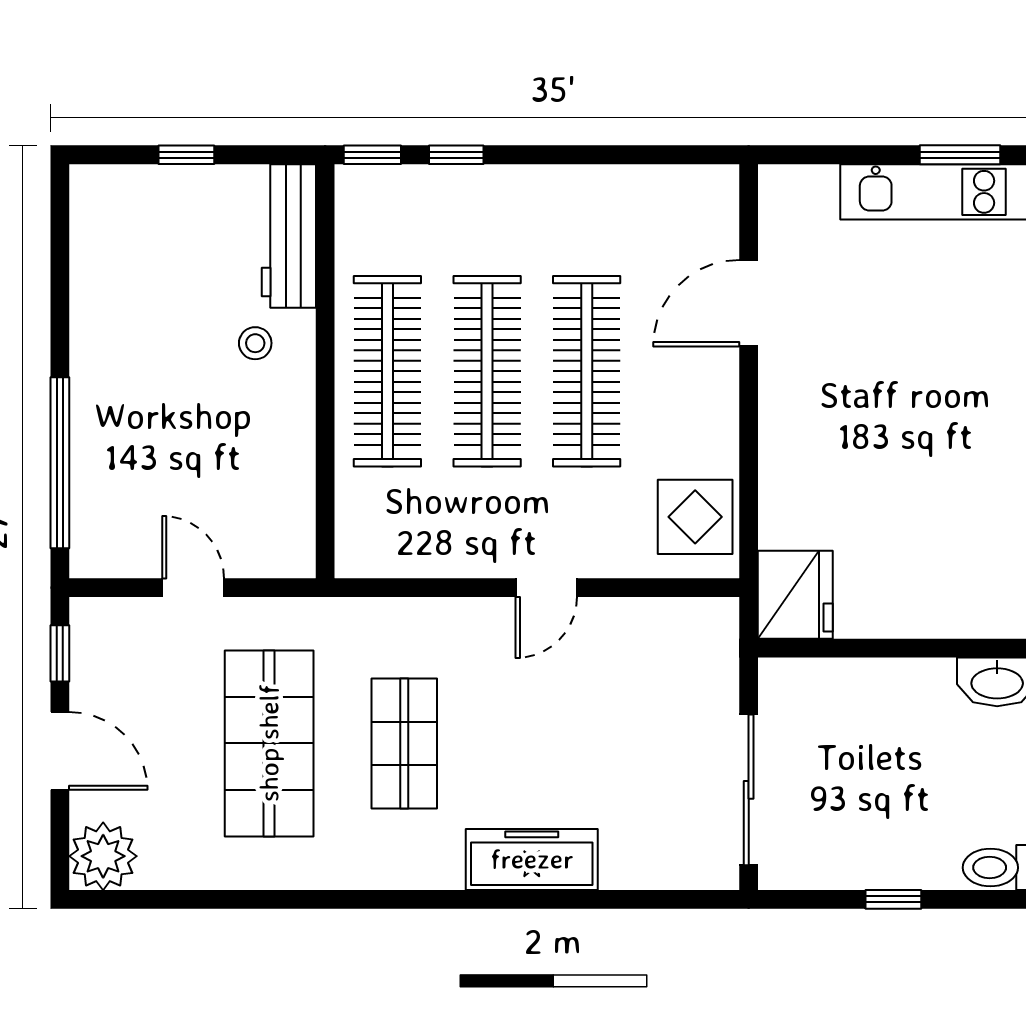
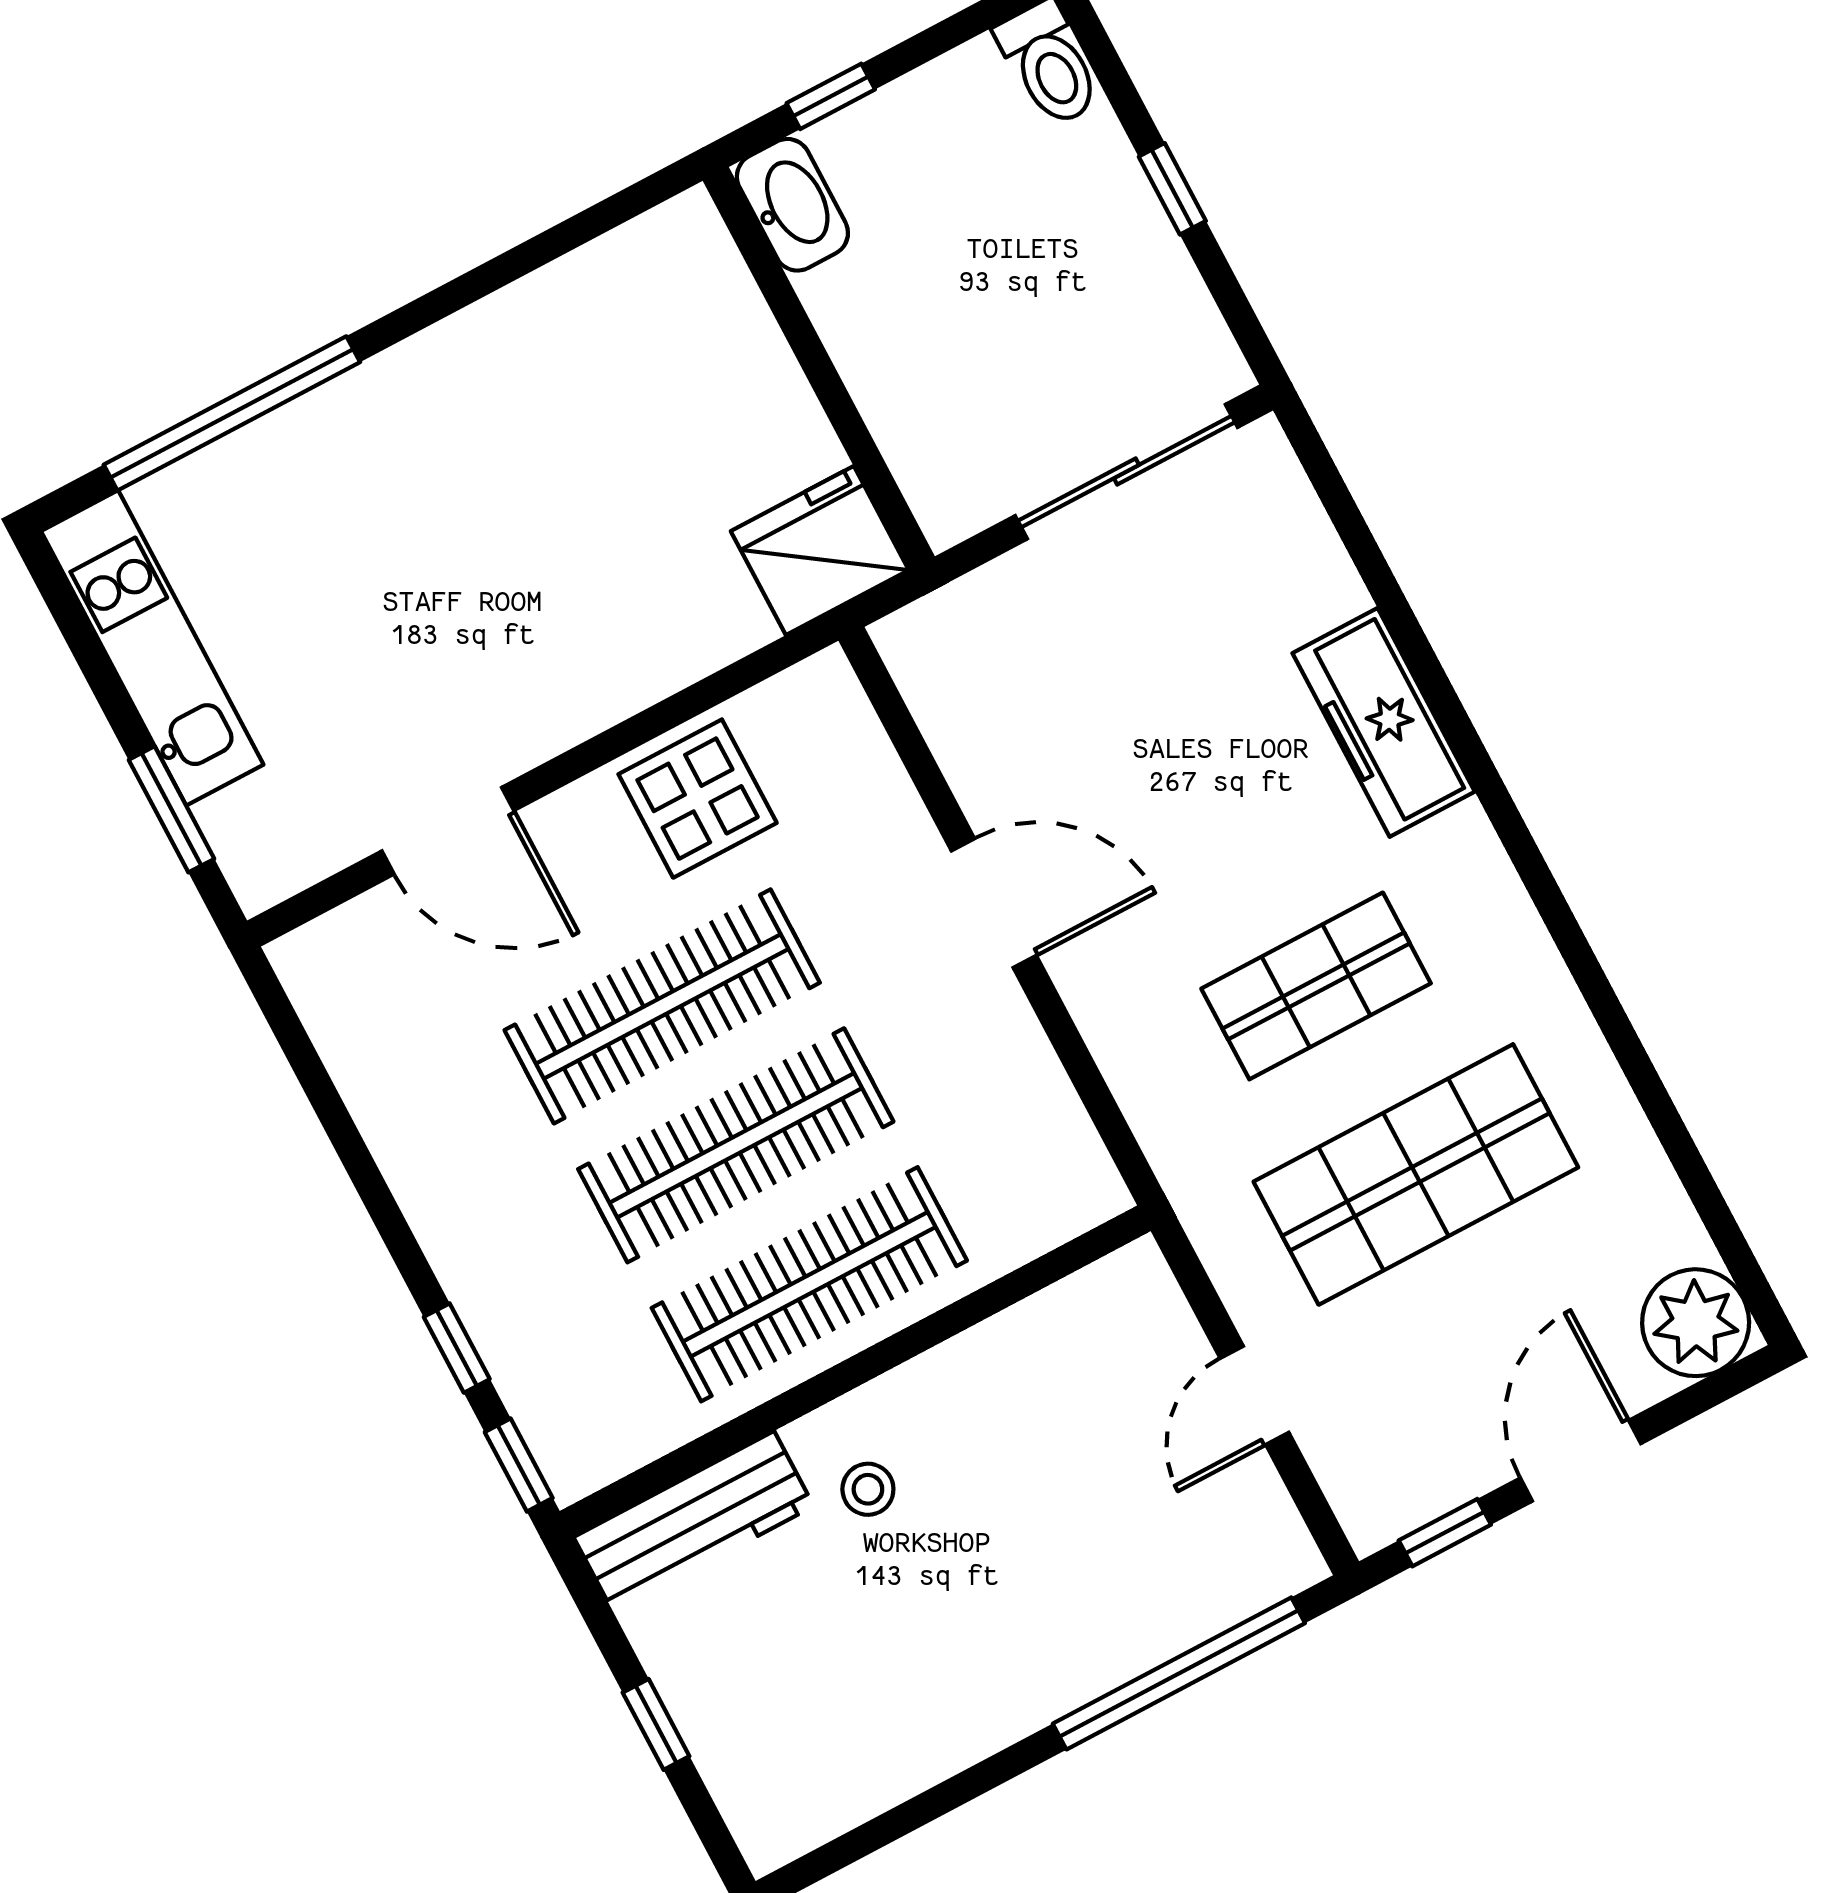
window: (960, 155) -> (172, 809), moved
display table: (695, 517) -> (698, 799), moved
door: (546, 588) -> (994, 903), width x1.38

